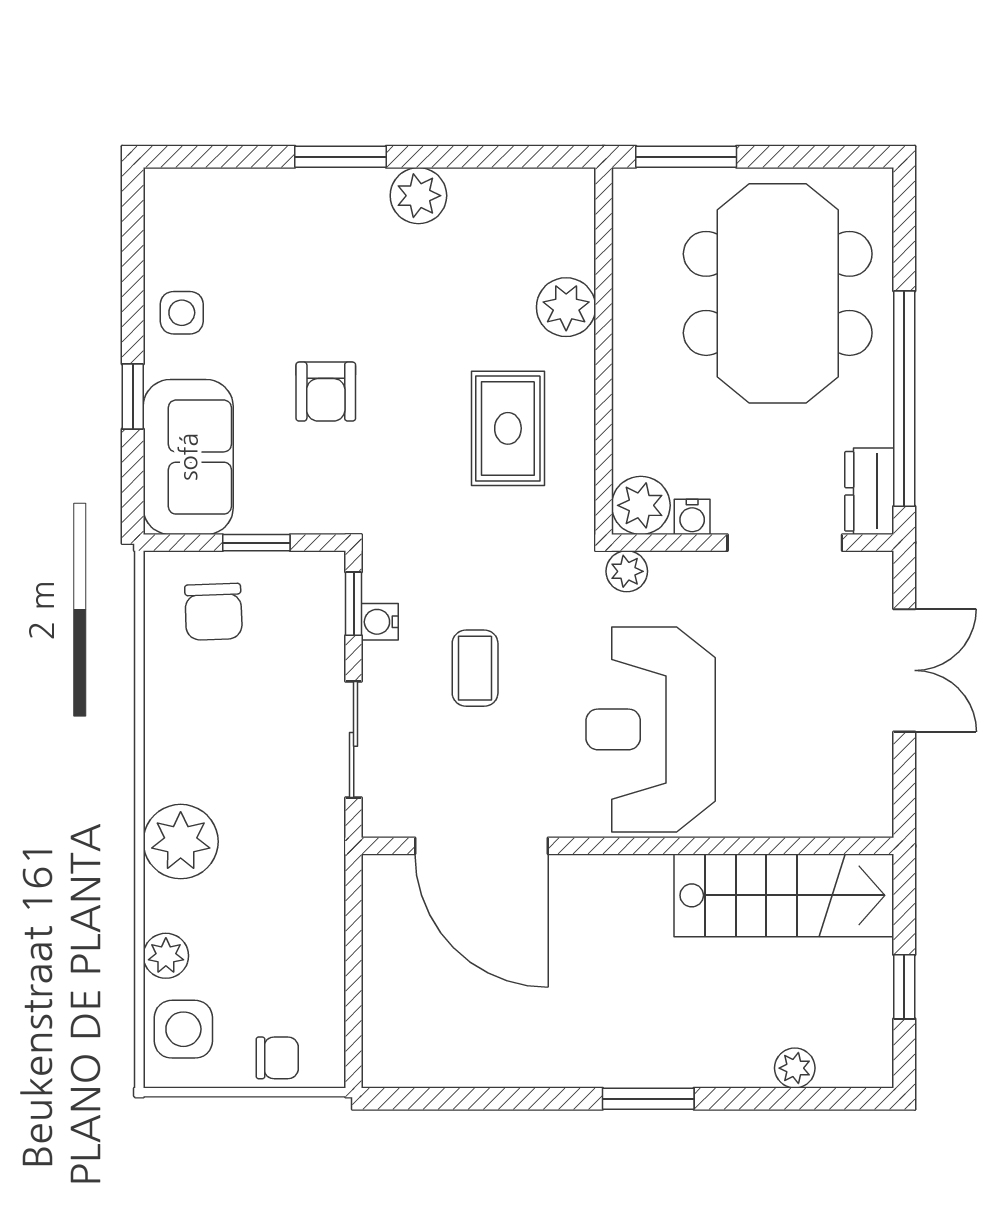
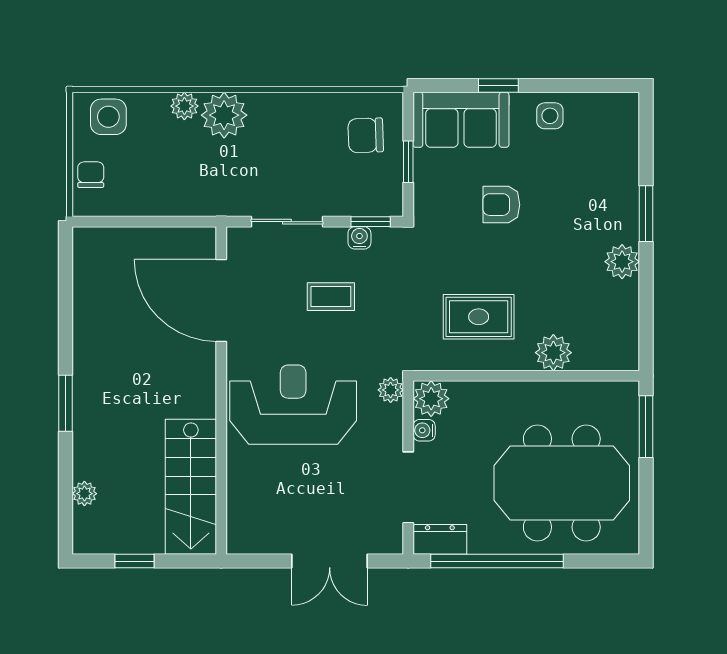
door: (481, 846) -> (221, 300), hinge flipped
plant: (166, 956) -> (184, 106), moved
chair: (277, 1058) -> (91, 175), turned 180

